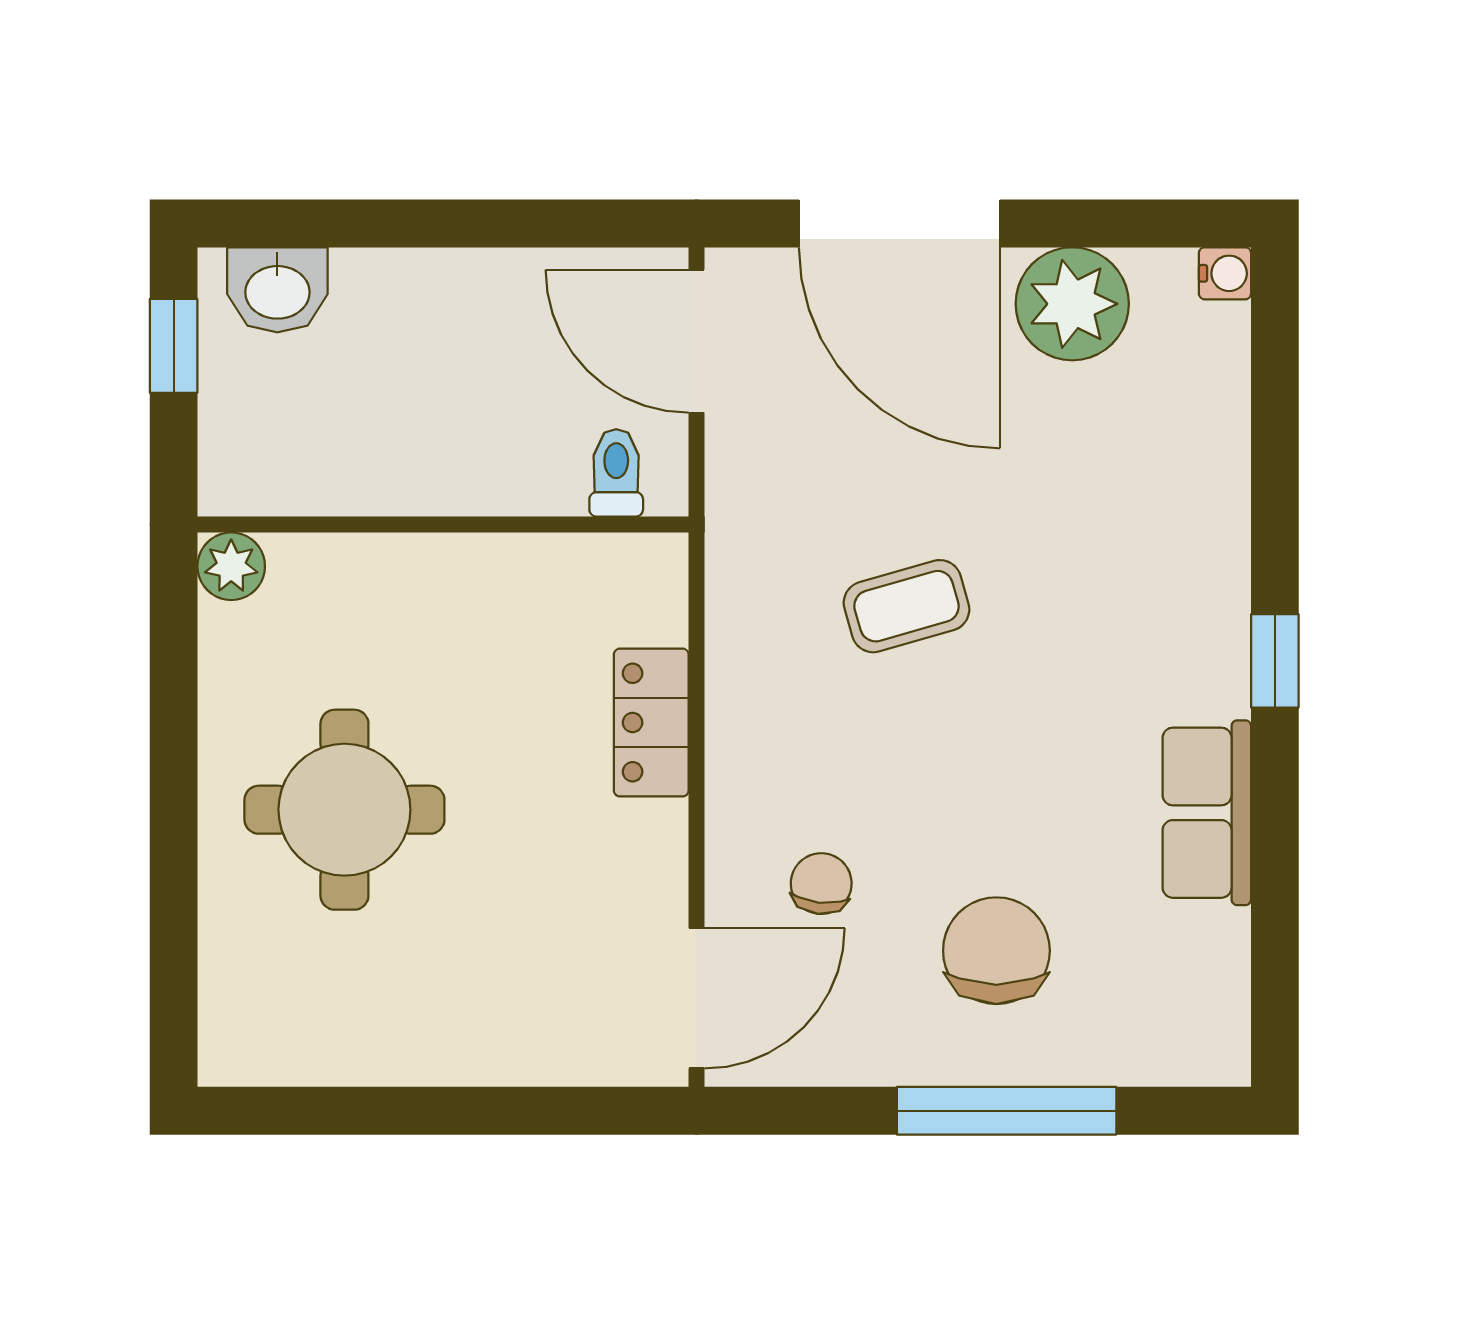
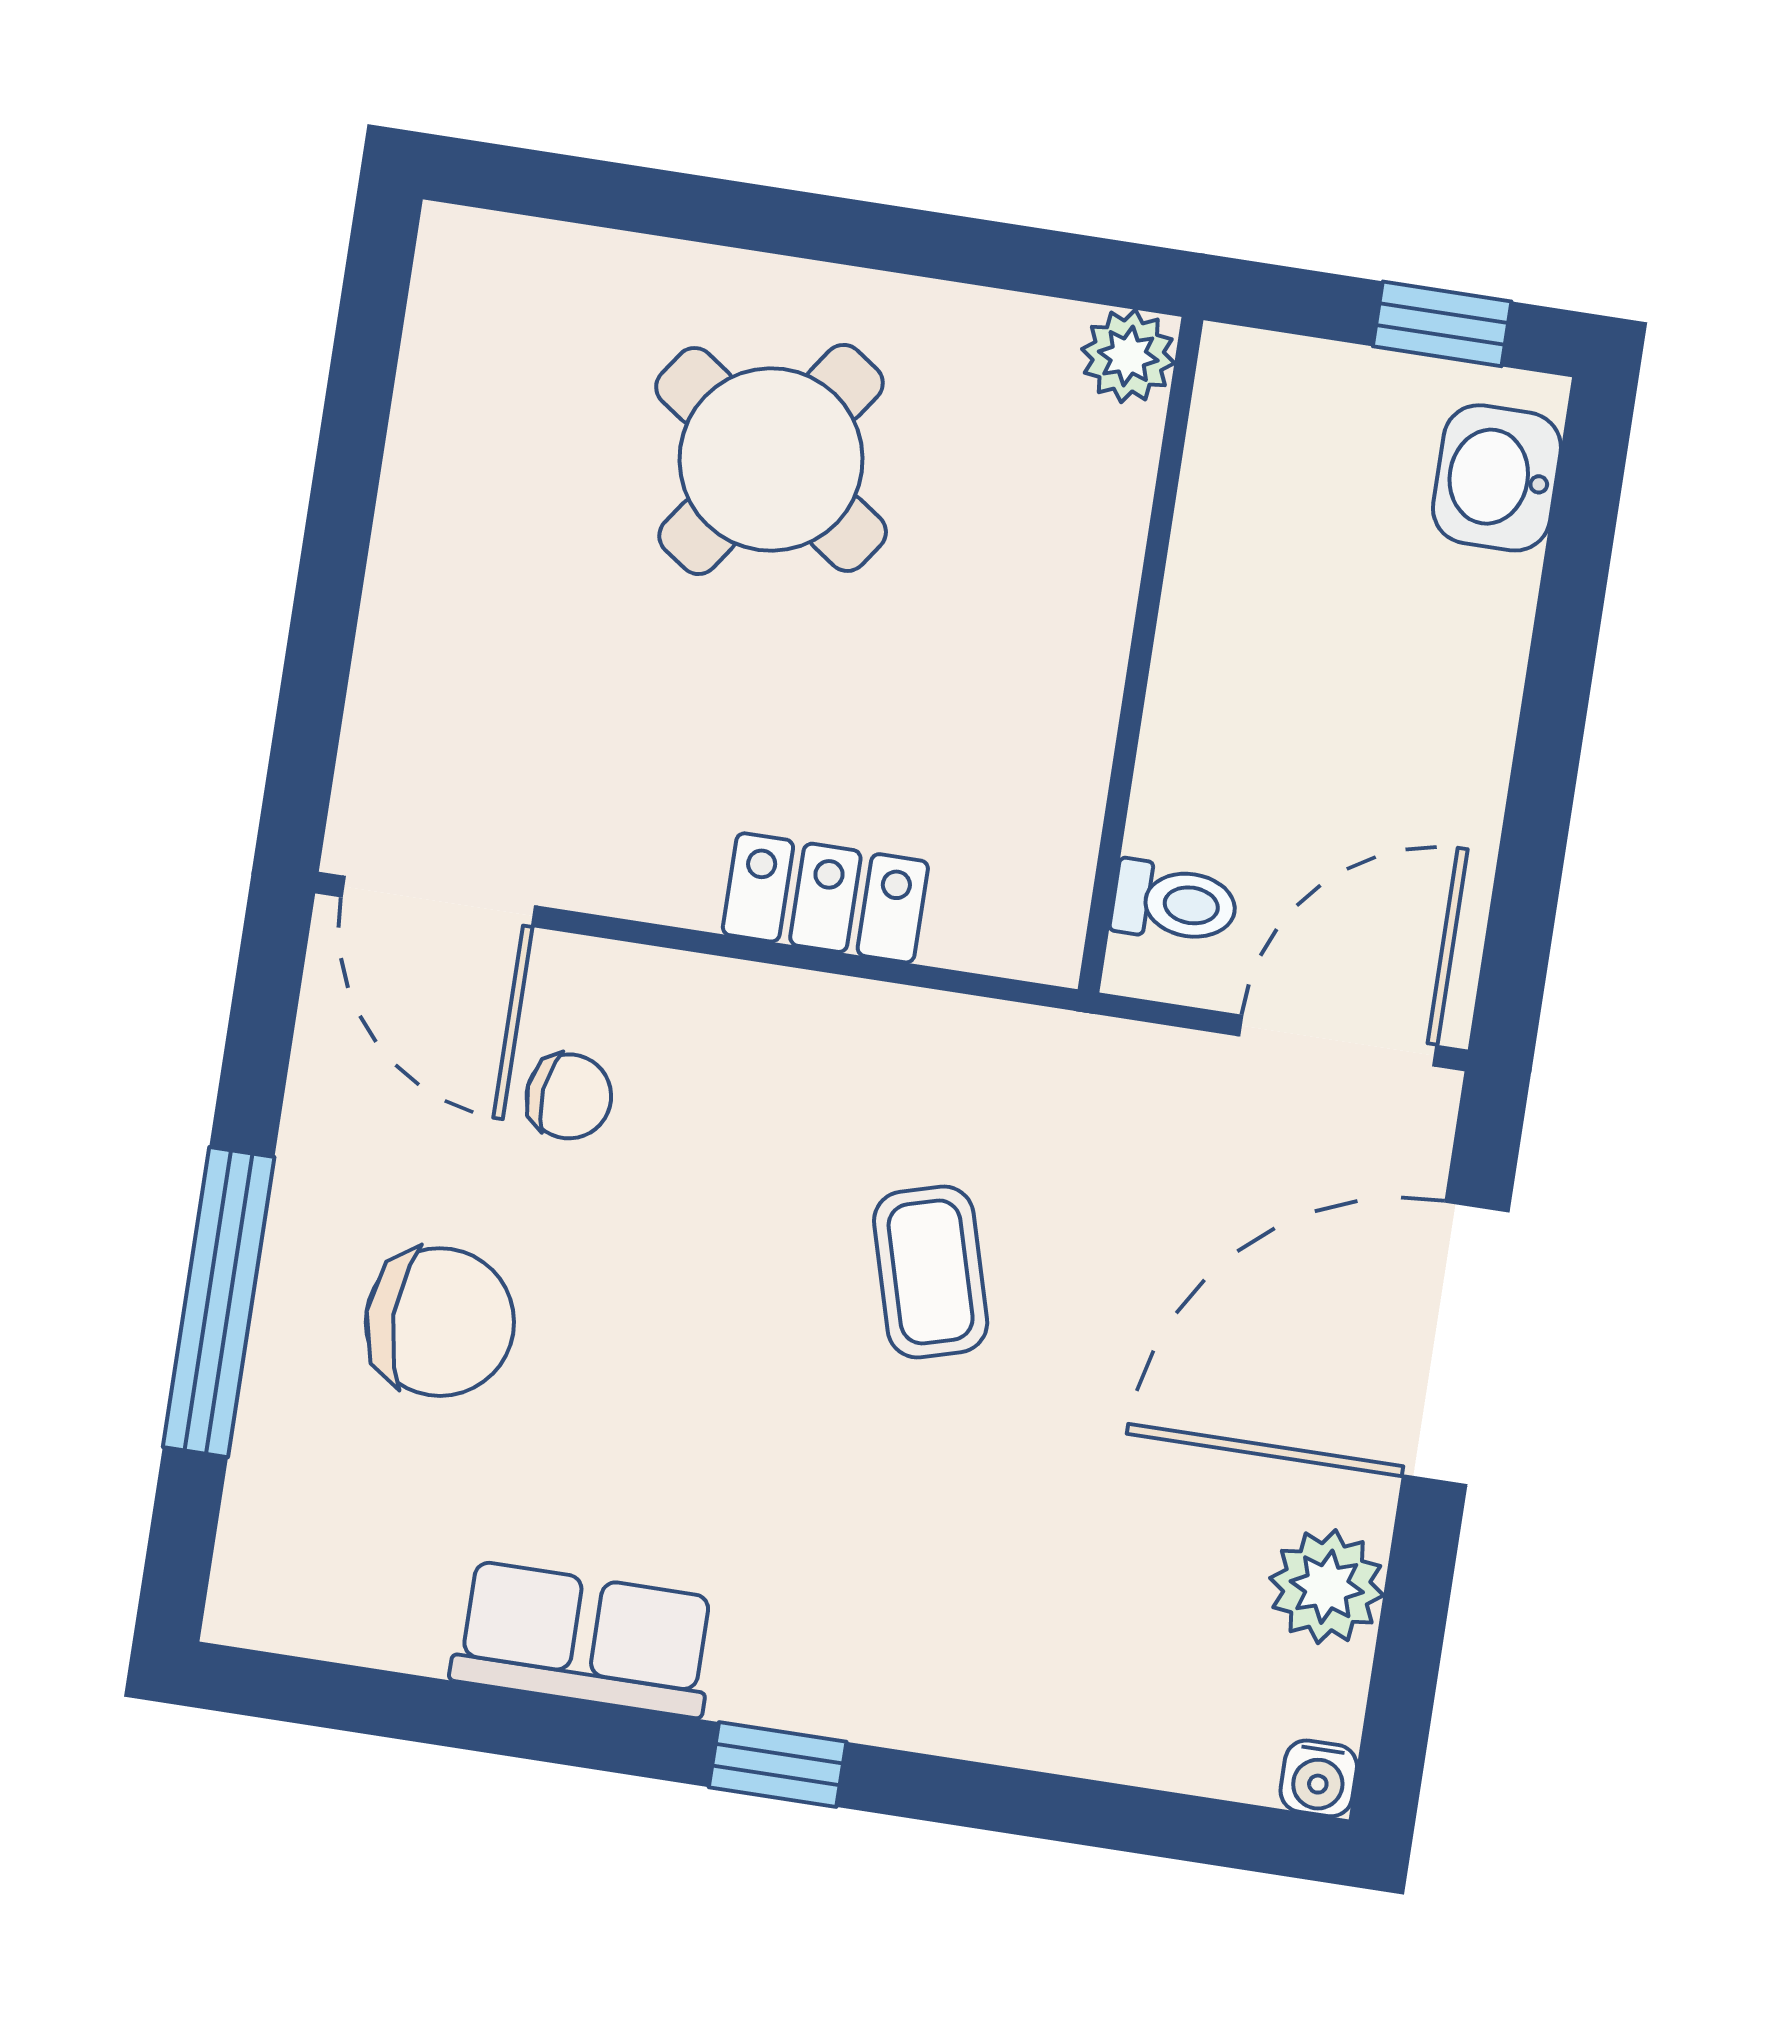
plant: (1072, 304) -> (1327, 1587), width x0.73, depth x0.73
round table: (344, 810) -> (771, 459), turned 35

